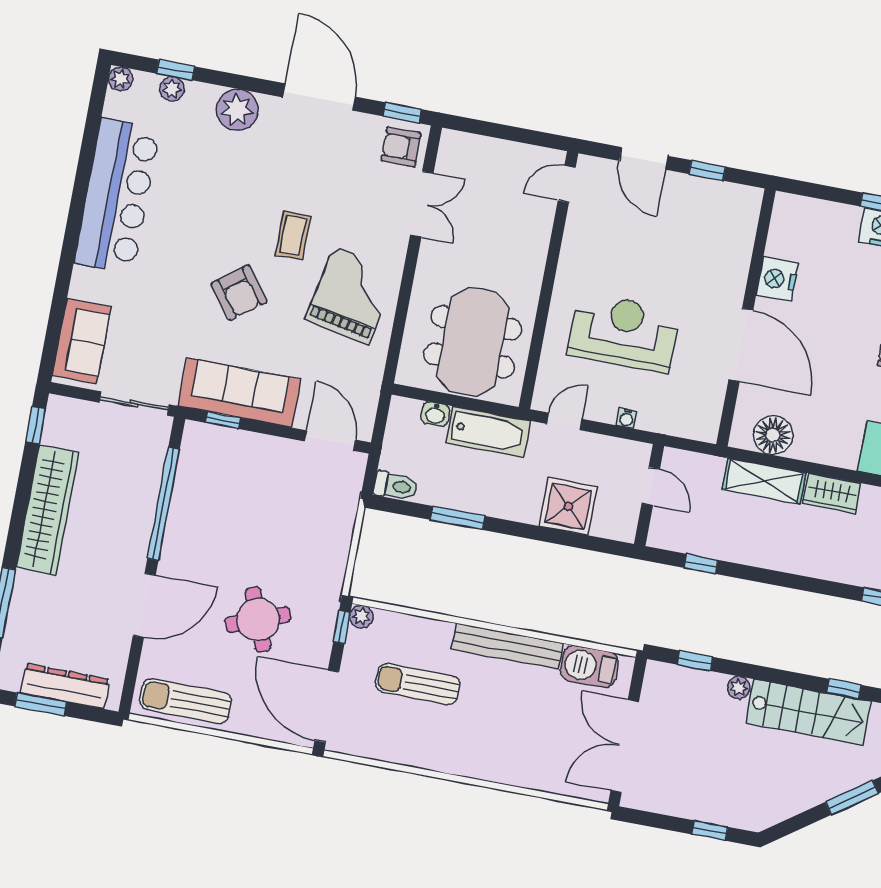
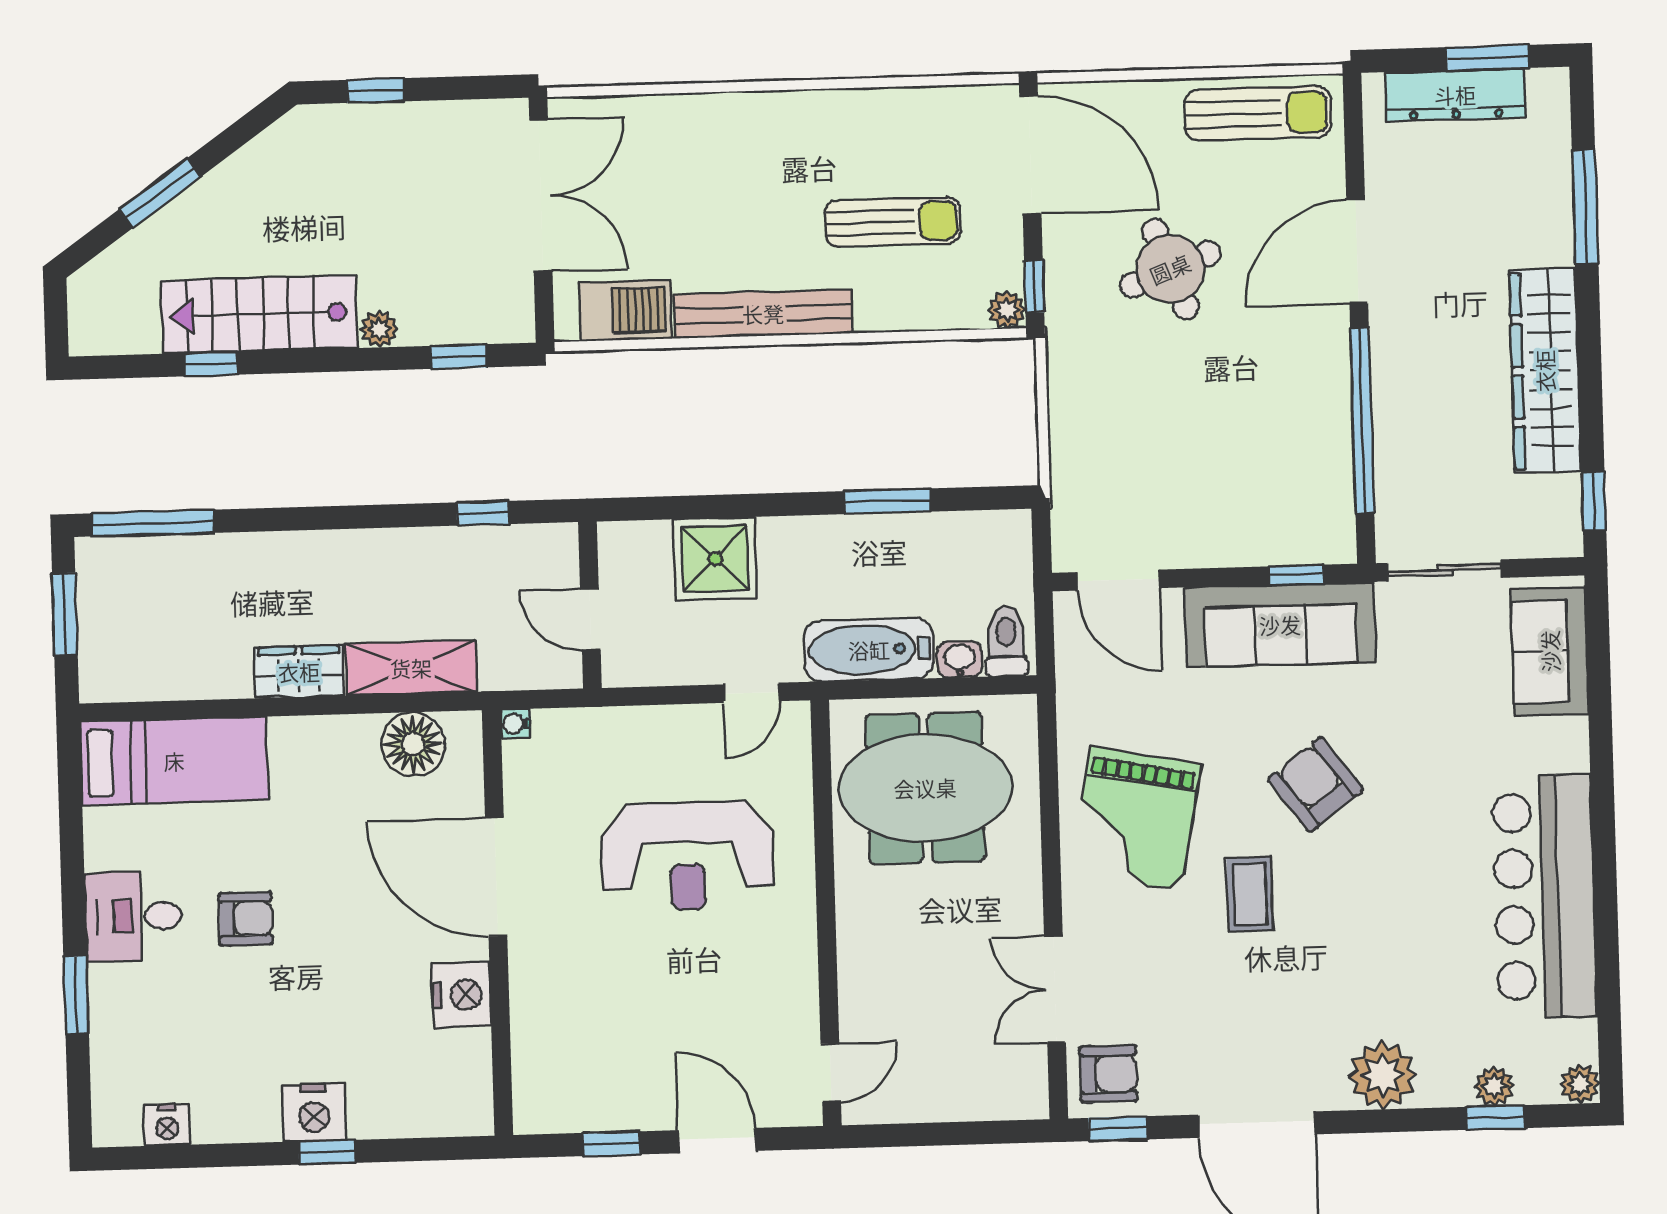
meeting table: (473, 342) -> (925, 788), turned 90
water cooler: (626, 418) -> (516, 724), moved, turned -90
toilet: (396, 486) -> (1006, 641), moved, turned 90

